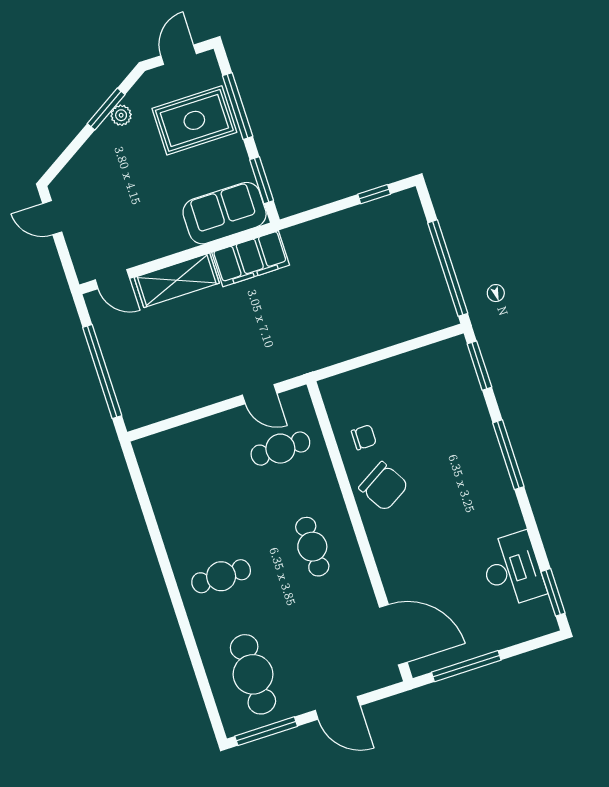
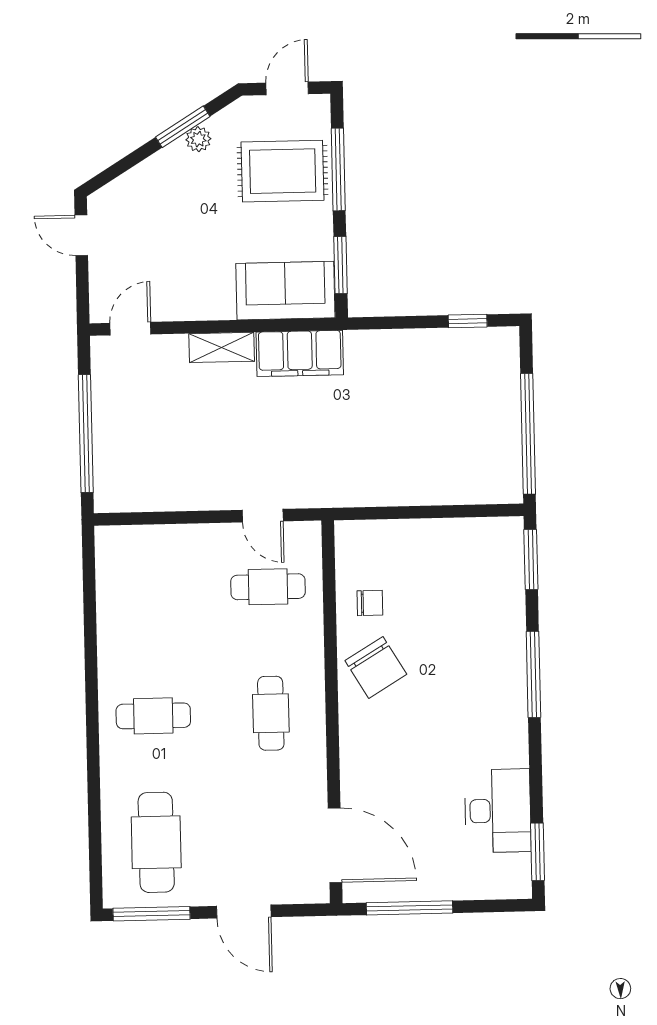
door: (112, 279) -> (130, 329), swing flipped
shelving: (177, 280) -> (222, 347), width x0.67, depth x0.75

